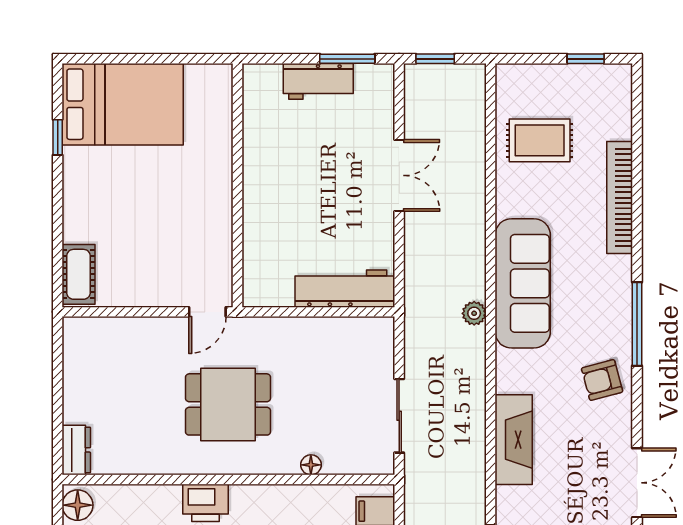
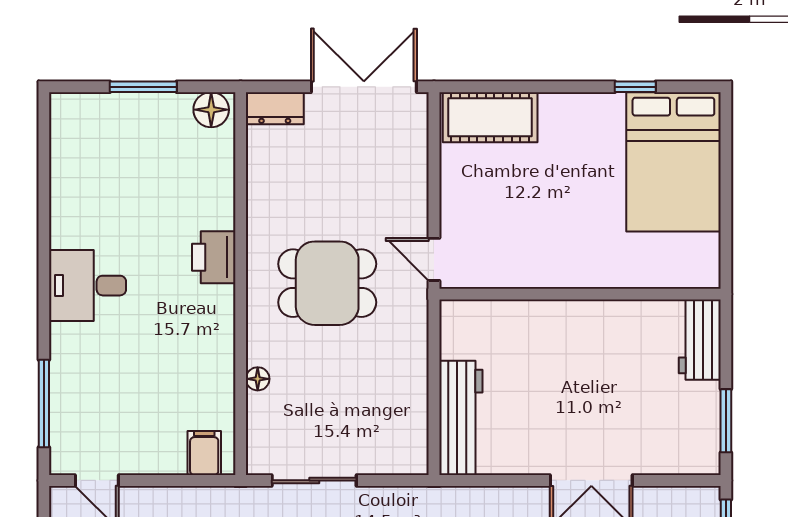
workbench: (318, 81) -> (700, 340), moved
cot: (78, 274) -> (490, 117), width x1.37, depth x1.34
double door: (58, 373) -> (364, 87), added
dining table: (228, 404) -> (327, 283), turned 90

